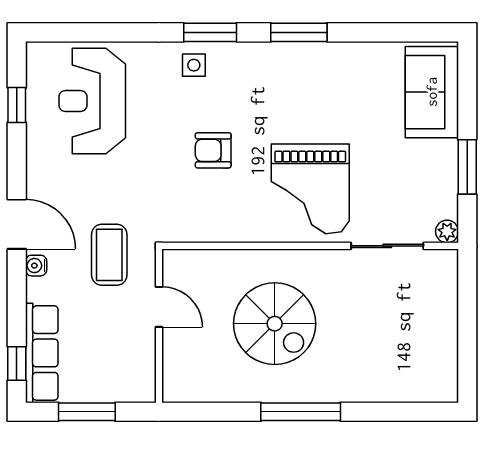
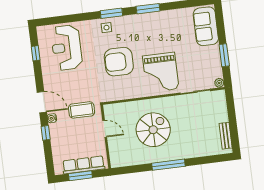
armchair: (213, 150) -> (119, 62), width x1.88, depth x1.88
coffee table: (109, 255) -> (82, 110), turned 90
spiral stairs: (275, 324) -> (153, 130), turned -90
row of seats: (42, 353) -> (84, 165), moved, turned -90
bench: (446, 360) -> (226, 136), added
window: (17, 363) -> (46, 133), moved

